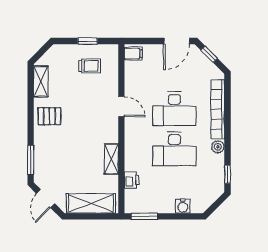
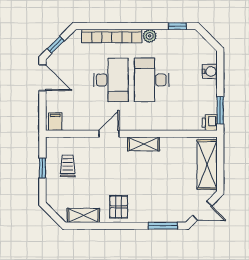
desk: (174, 149) -> (152, 80), turned 180
shelving: (111, 159) -> (143, 144), moved
printer: (132, 180) -> (210, 123), moved, turned -90

